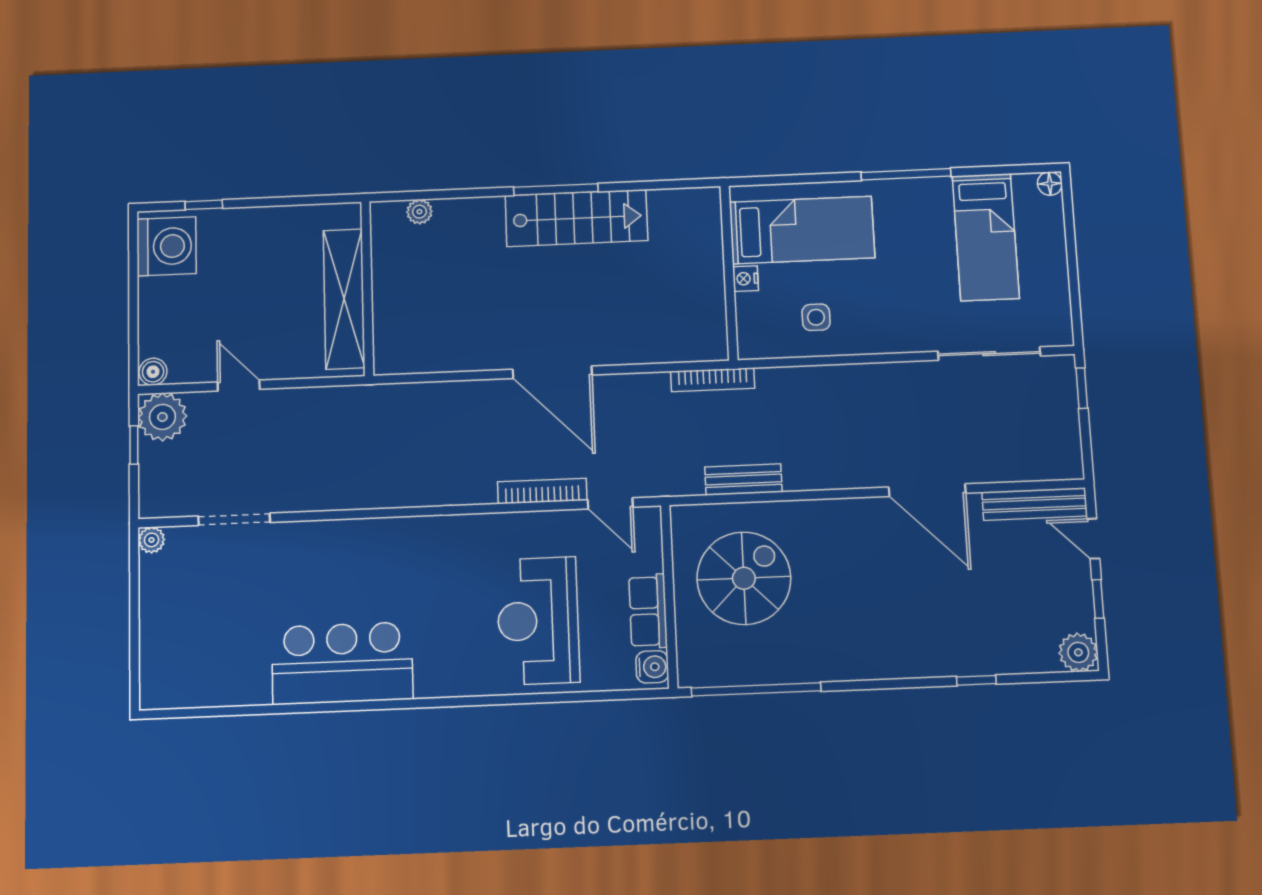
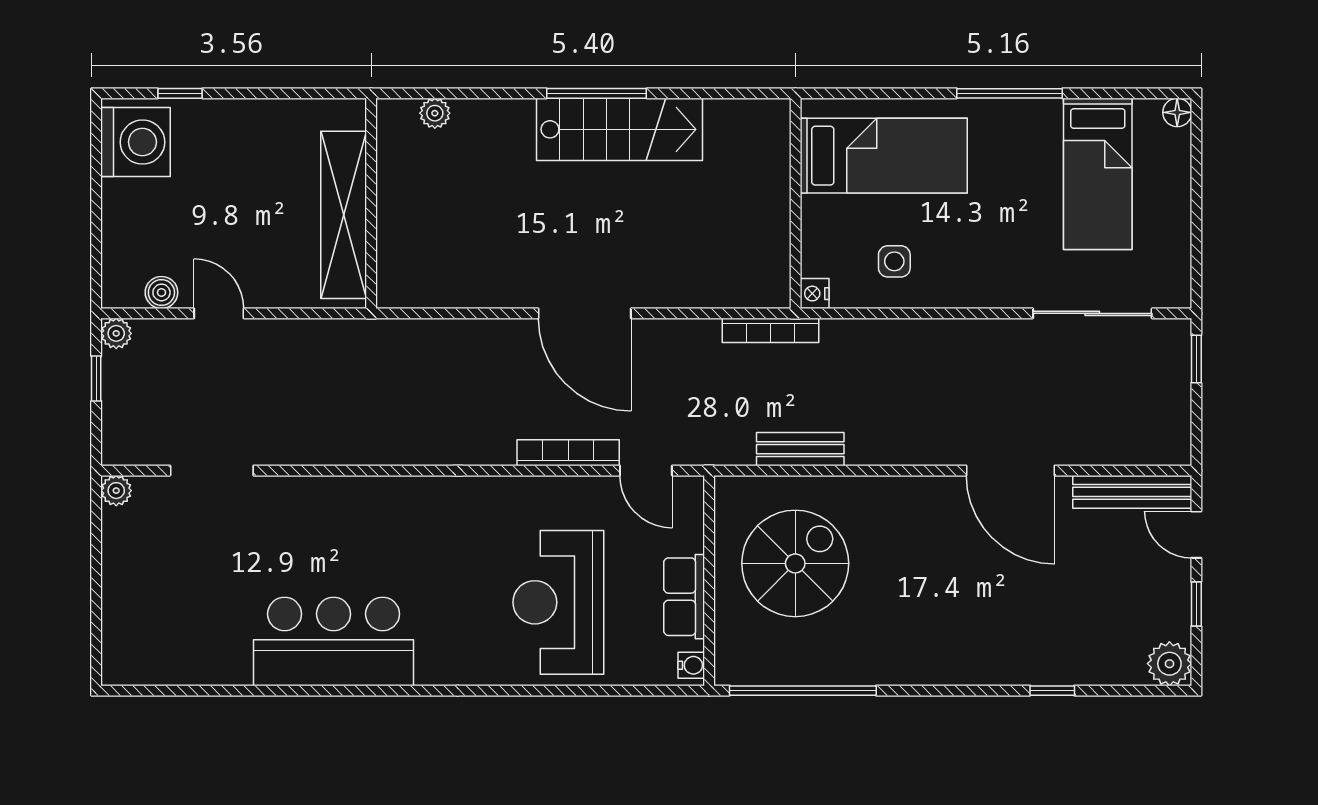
nightstand: (745, 279) -> (815, 294), moved
boiler: (153, 372) -> (161, 292), moved
plant: (162, 417) -> (116, 333), width x0.53, depth x0.53
water cooler: (652, 667) -> (691, 665), width x0.72, depth x0.72

